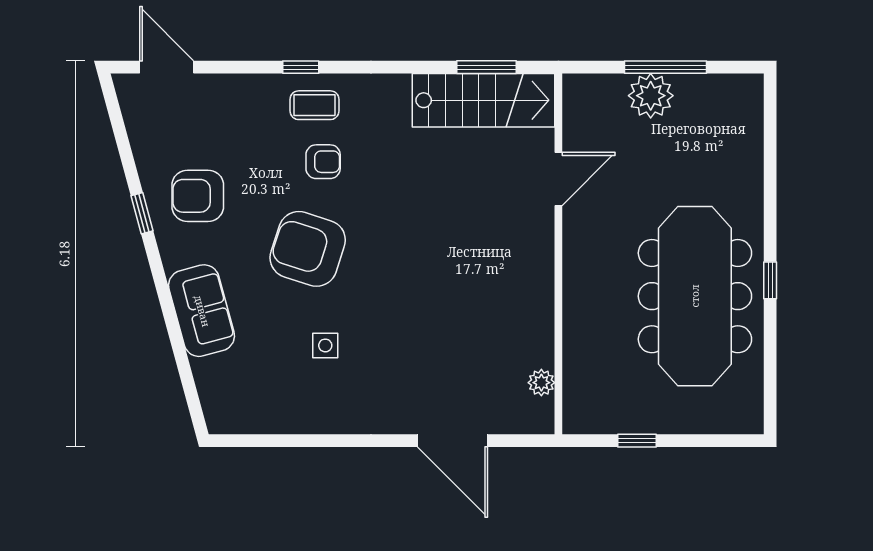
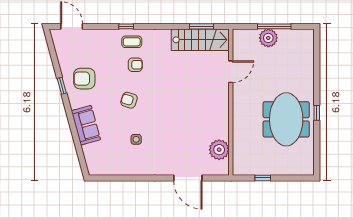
armchair: (308, 249) -> (129, 100), width x0.53, depth x0.53
meeting table: (695, 296) -> (286, 119), width x0.73
plant: (541, 383) -> (219, 150), width x1.87, depth x1.87

